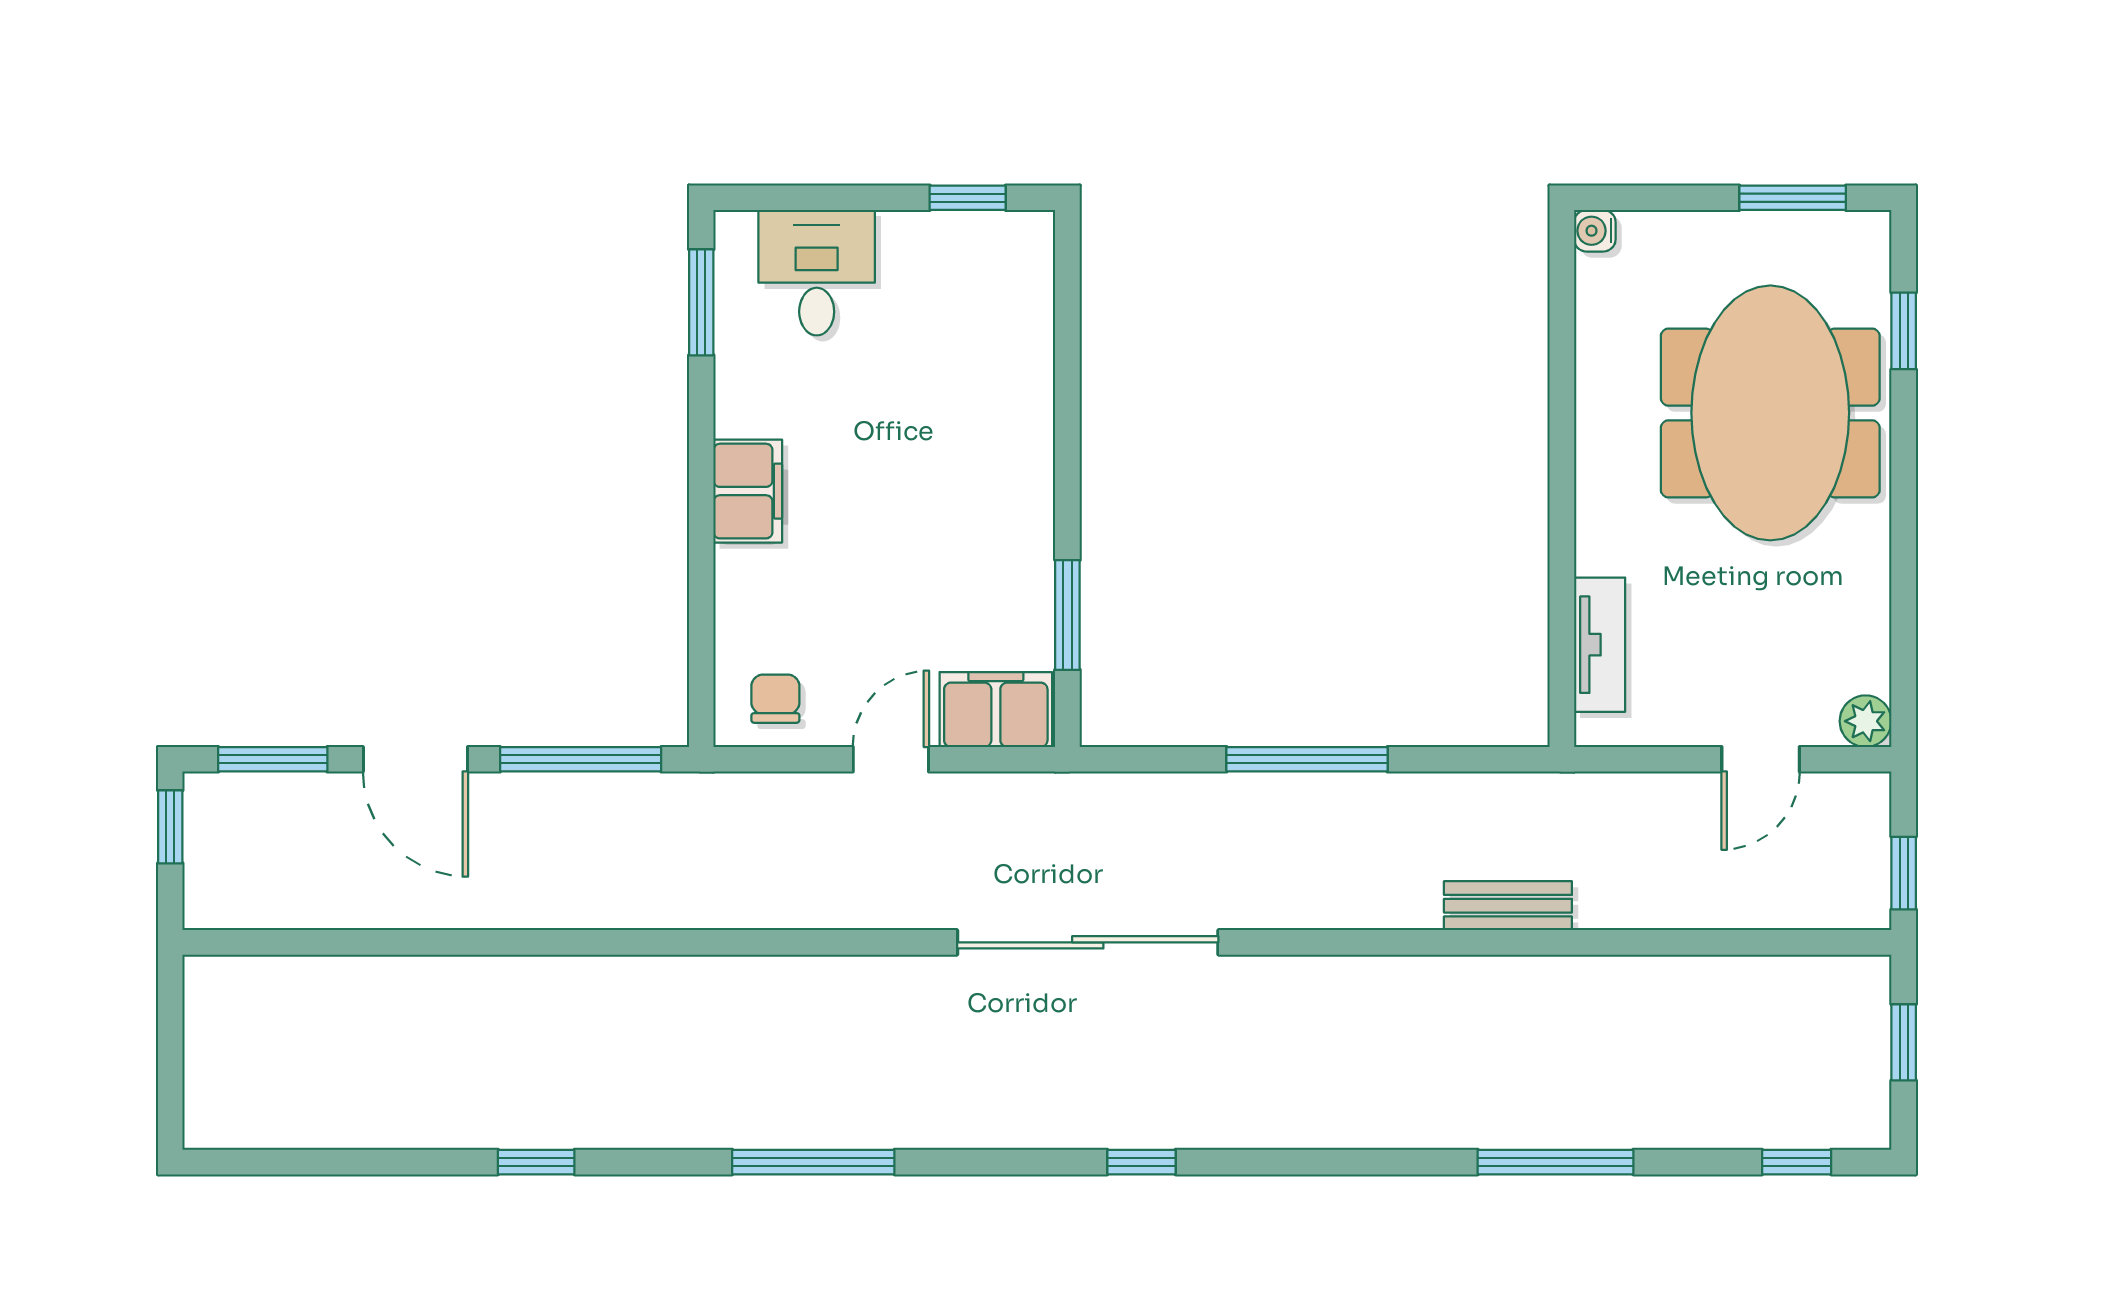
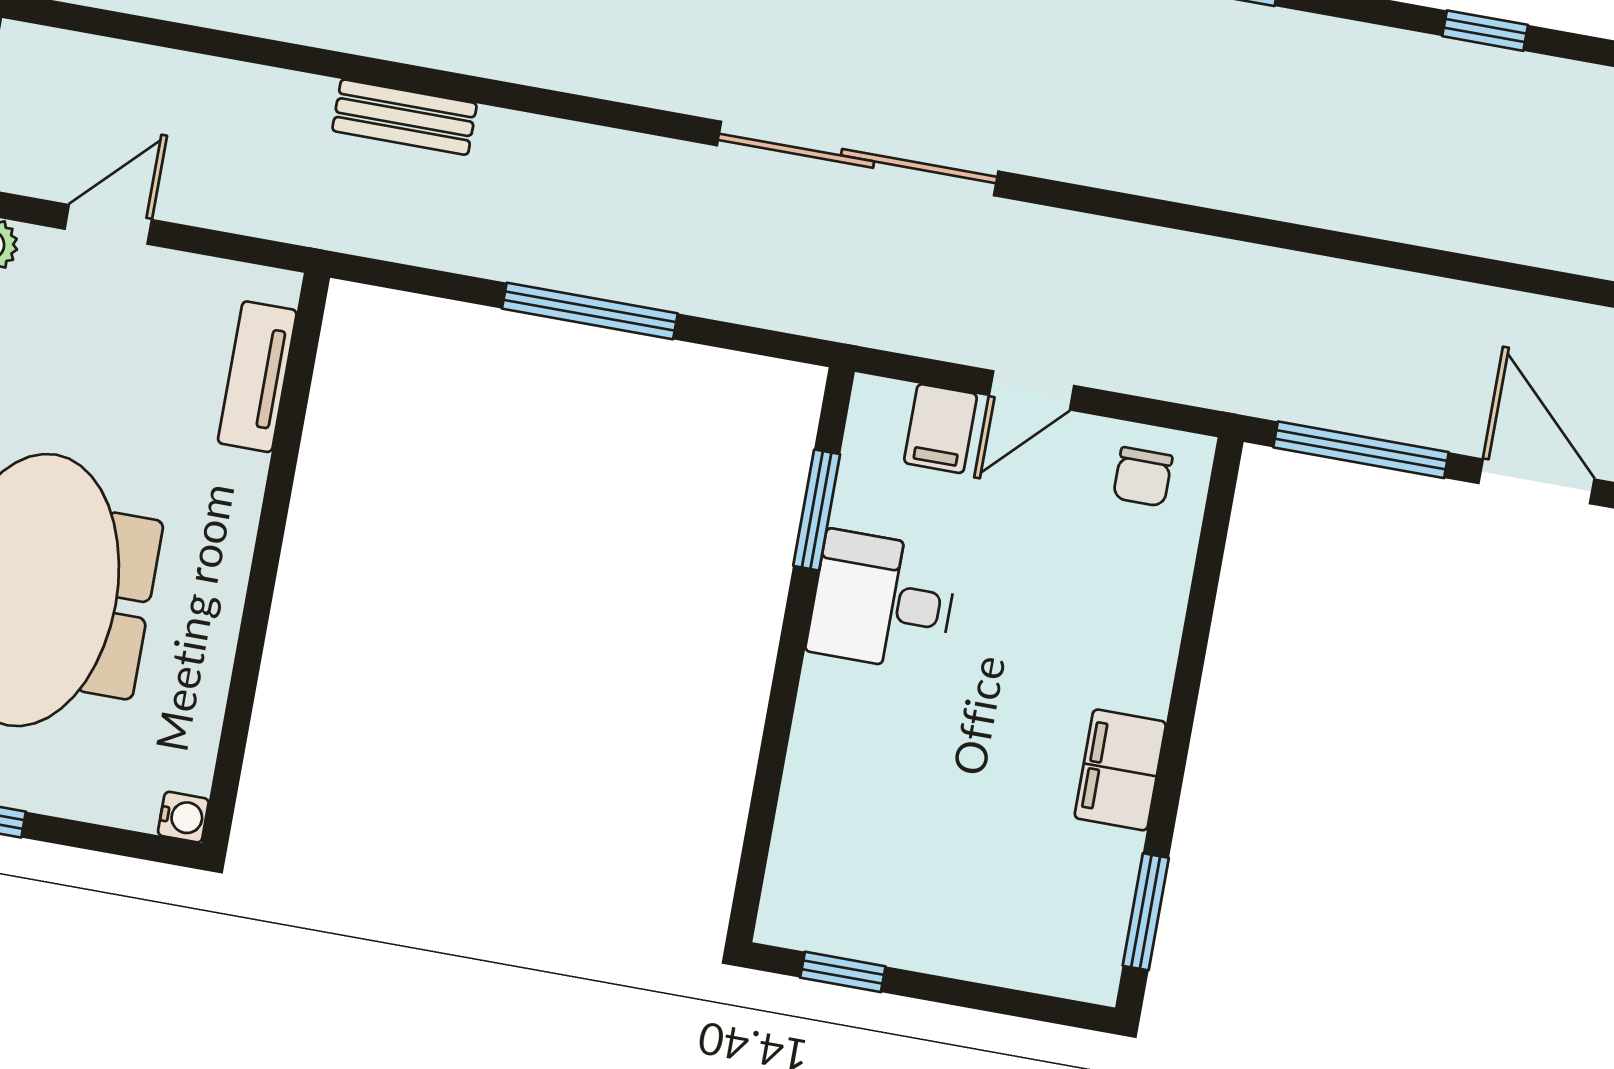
desk: (817, 273) -> (882, 601), moved, turned 90
filing cabinet: (748, 491) -> (1120, 770), moved
filing cabinet: (996, 710) -> (941, 429), width x0.50

